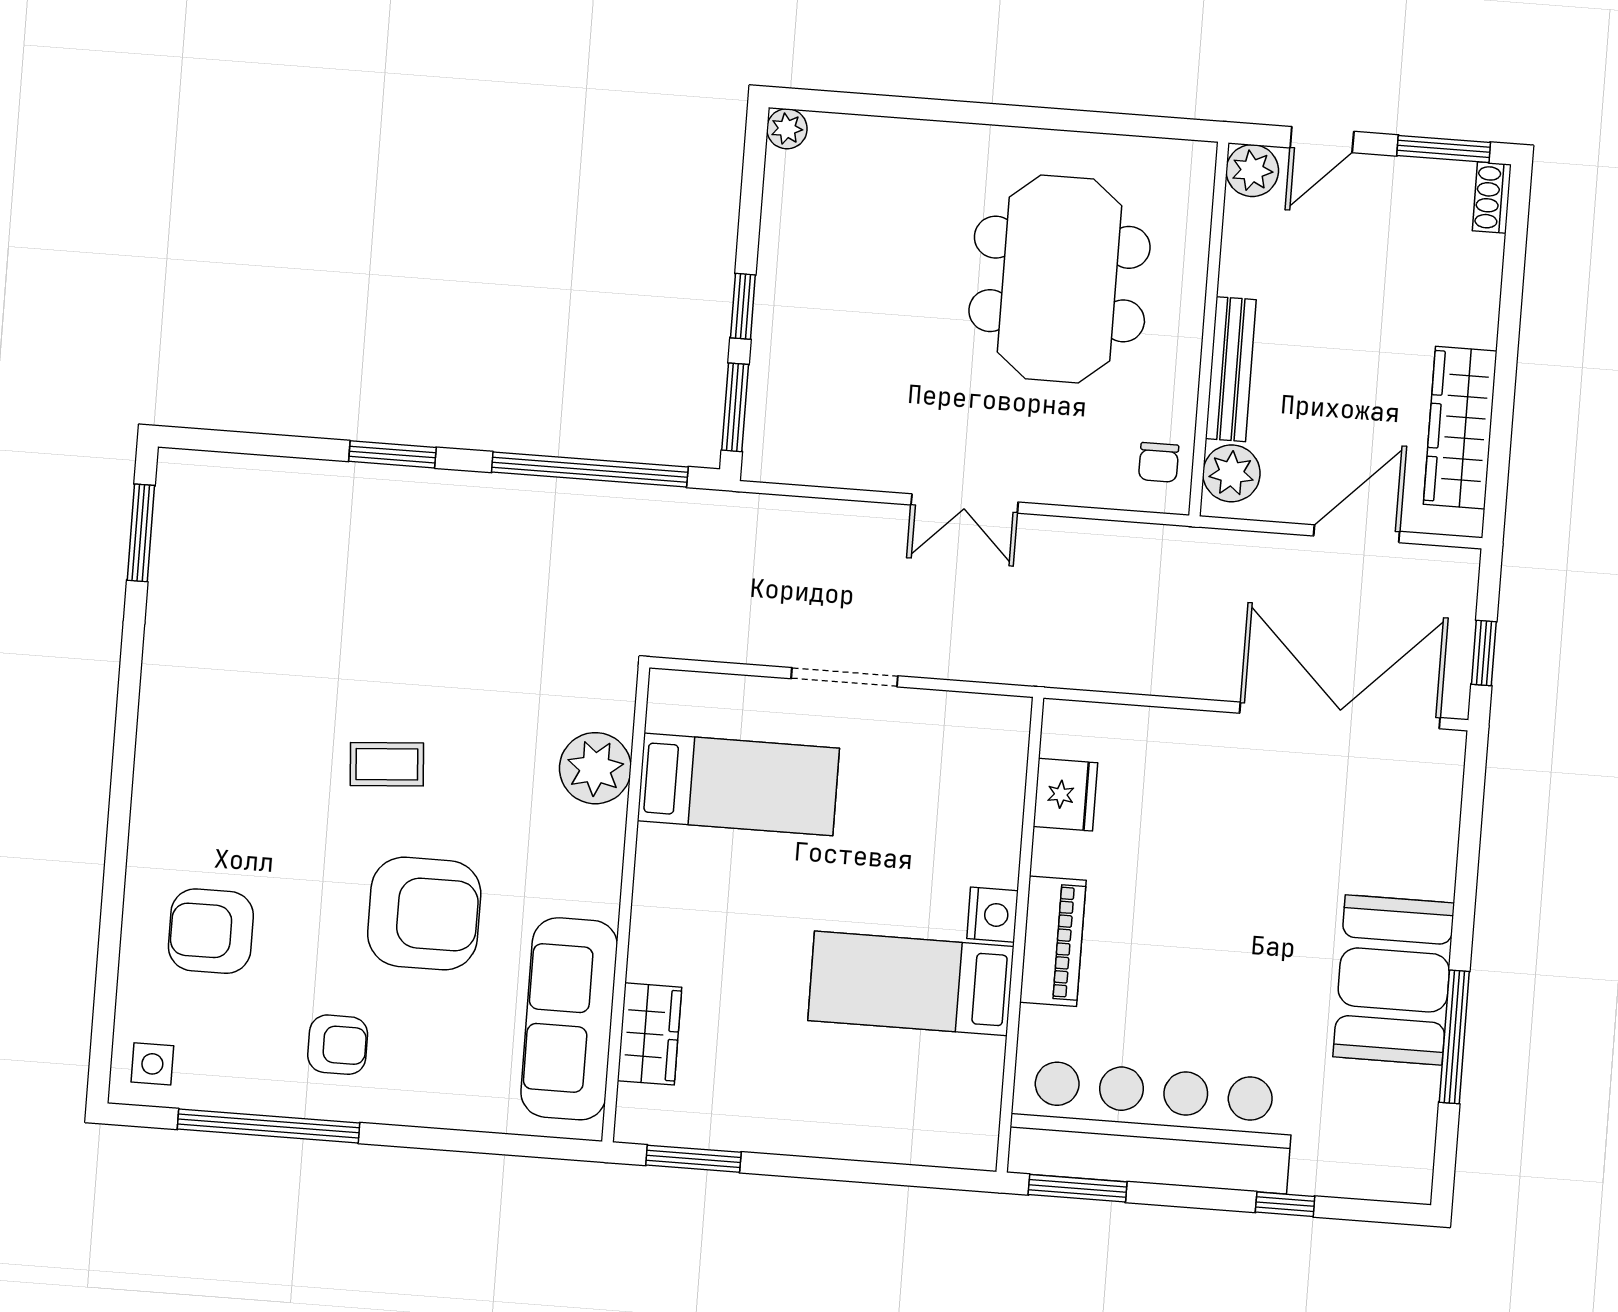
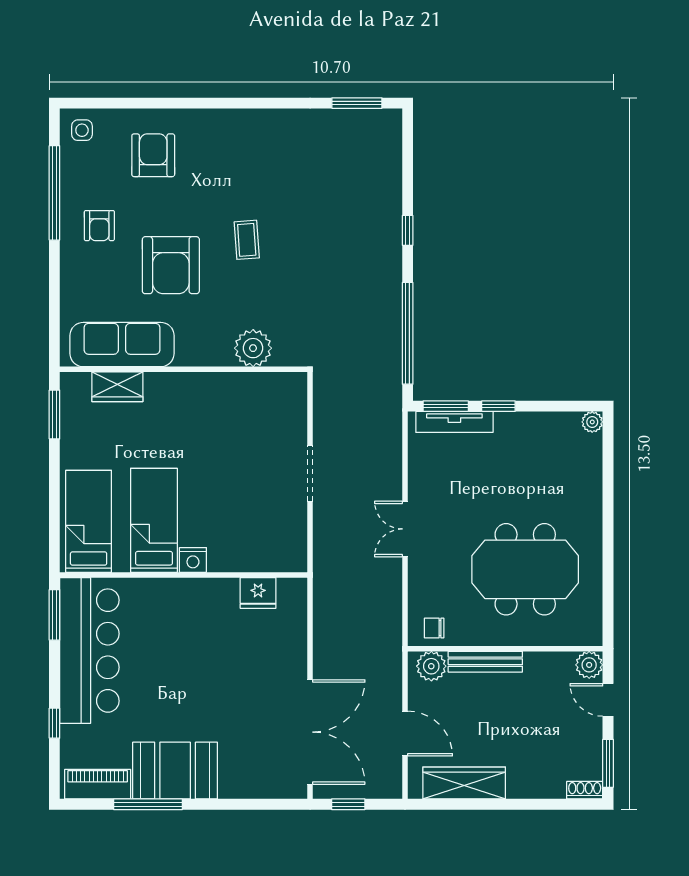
tv unit: (767, 393) -> (454, 422), added
window: (392, 454) -> (408, 230), width x0.67
bed: (738, 784) -> (89, 521), moved, turned 180
piano: (1053, 941) -> (98, 784), moved, turned 180

